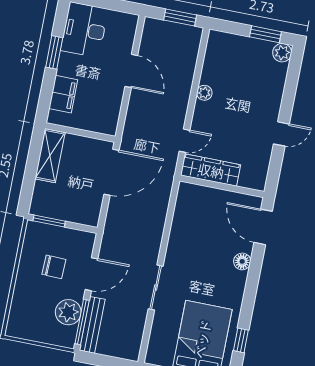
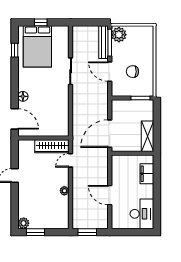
window: (54, 52) -> (157, 197), removed
door: (91, 274) -> (110, 72), hinge flipped
plant: (68, 312) -> (119, 35), moved

